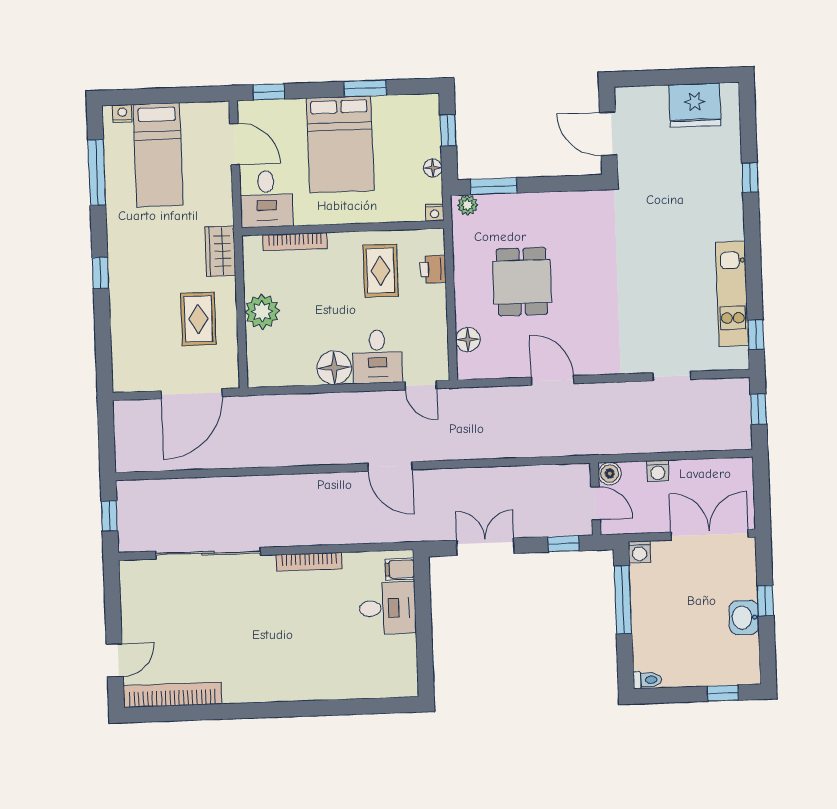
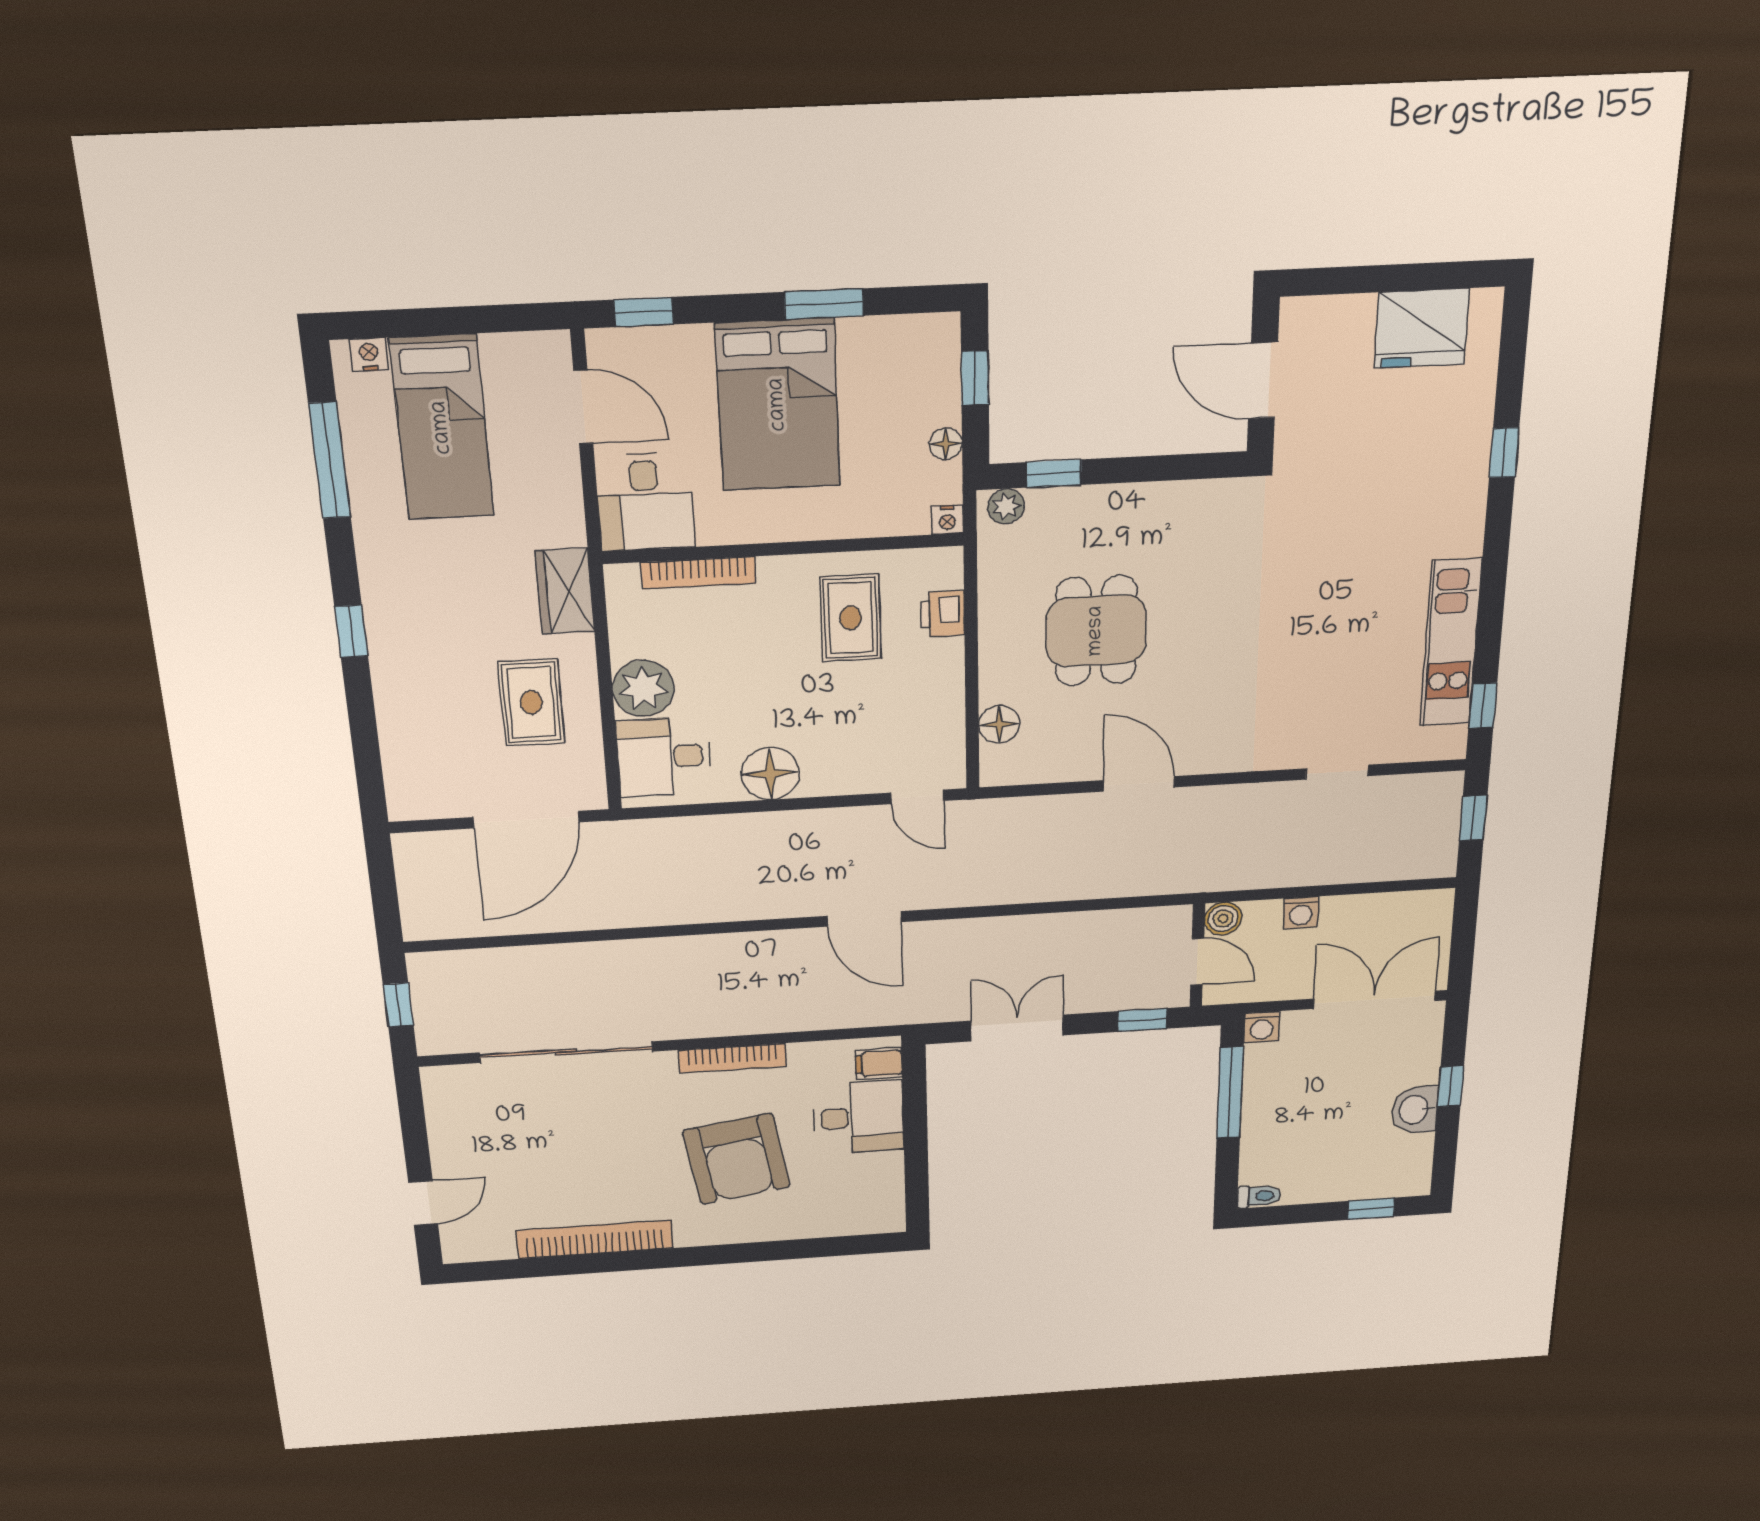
window: (494, 186) -> (1054, 474), width x0.67
desk: (377, 357) -> (664, 757), moved, turned 90
armchair: (311, 636) -> (736, 1159), added
bookcase: (172, 695) -> (595, 1239), moved

